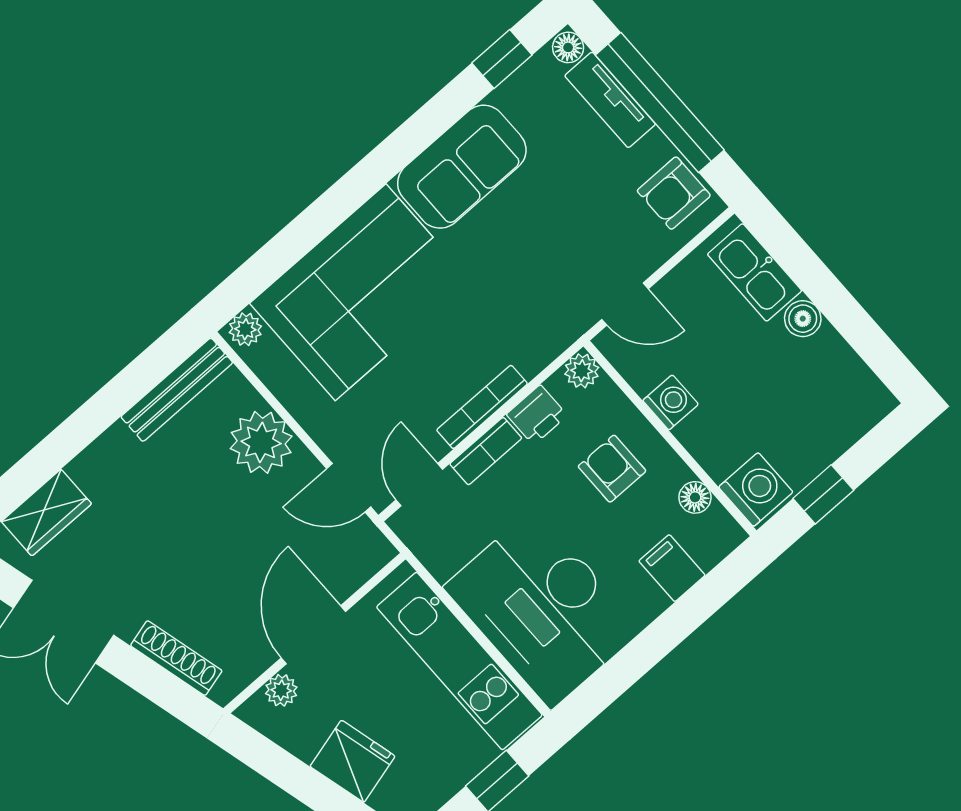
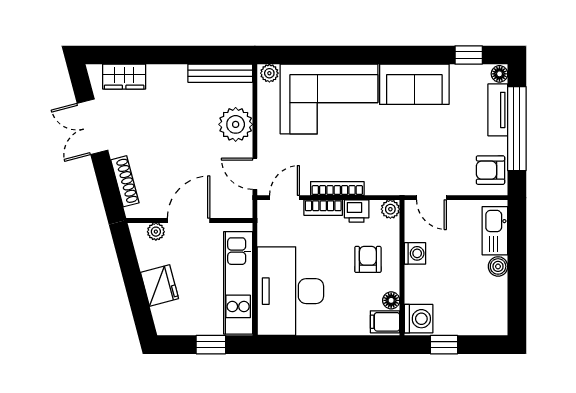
filing cabinet: (672, 568) -> (385, 322), moved, turned -90

